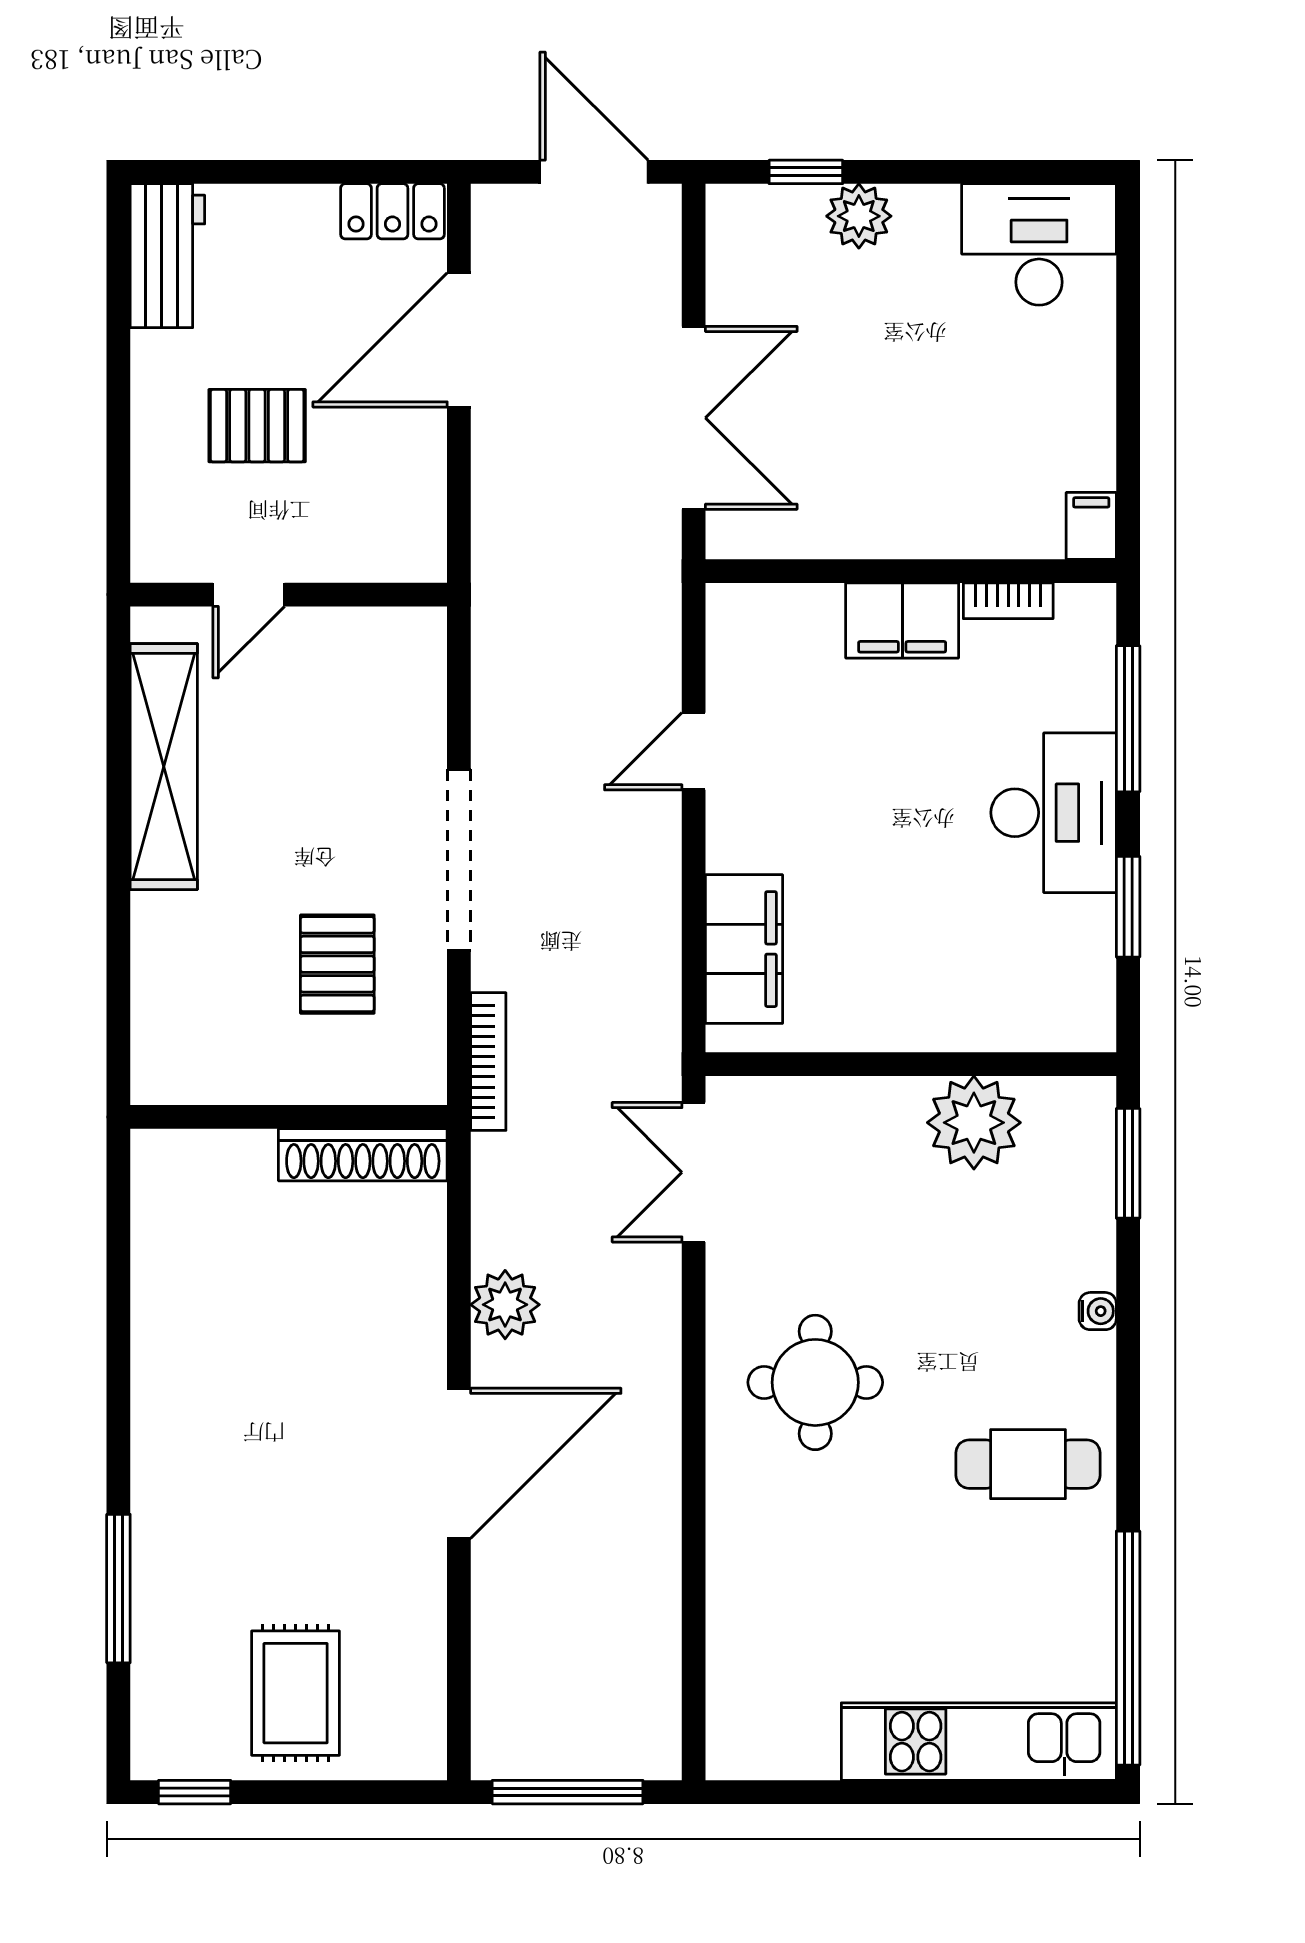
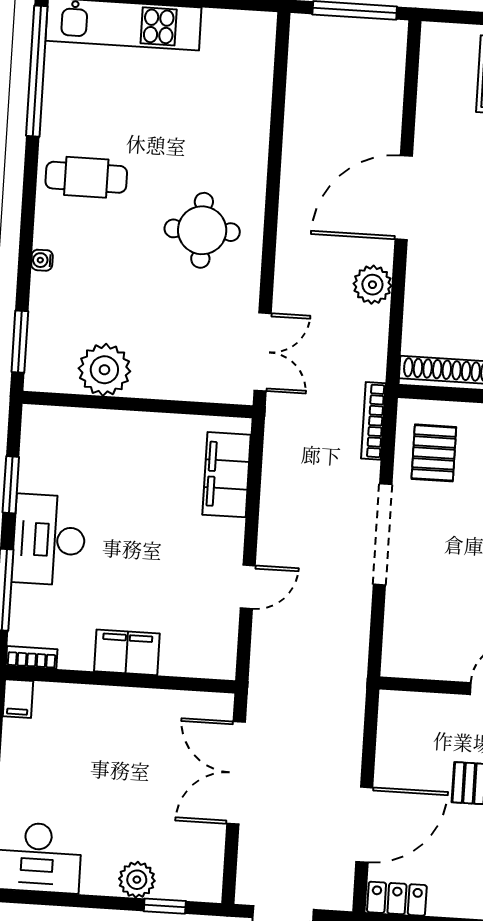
bookcase: (1008, 601) -> (32, 658), moved
pallet: (337, 964) -> (434, 453), moved

